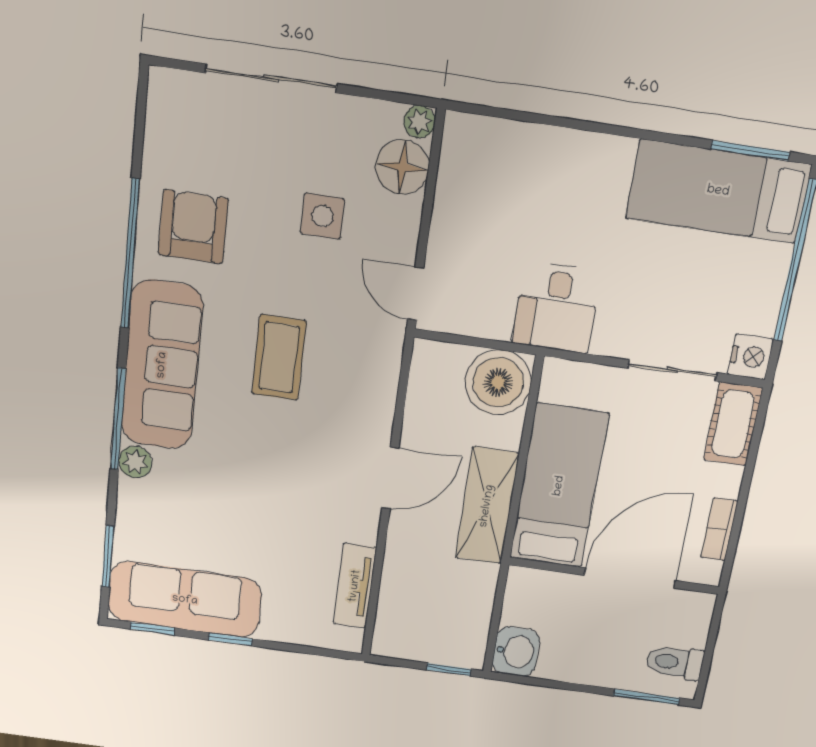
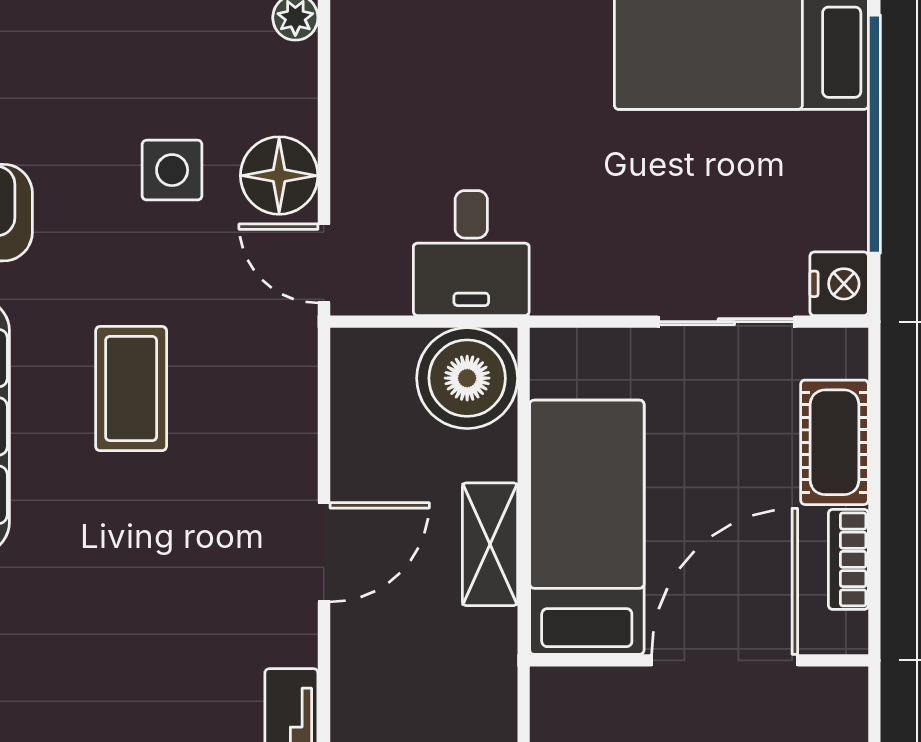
floor lamp: (402, 167) -> (279, 176), moved
desk: (556, 308) -> (471, 253), moved
cot: (733, 424) -> (835, 442), moved
shelving: (487, 506) -> (490, 544), width x0.67, depth x0.75

